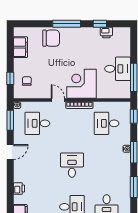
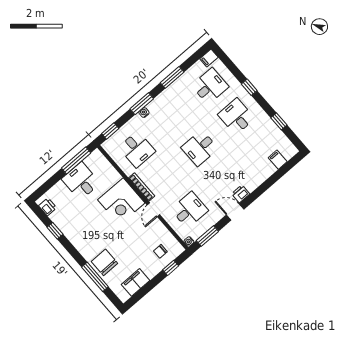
window: (67, 24) -> (95, 277), moved
printer: (106, 33) -> (48, 207), moved
desk: (37, 123) -> (189, 210), turned -90
printer: (19, 189) -> (241, 194), moved

